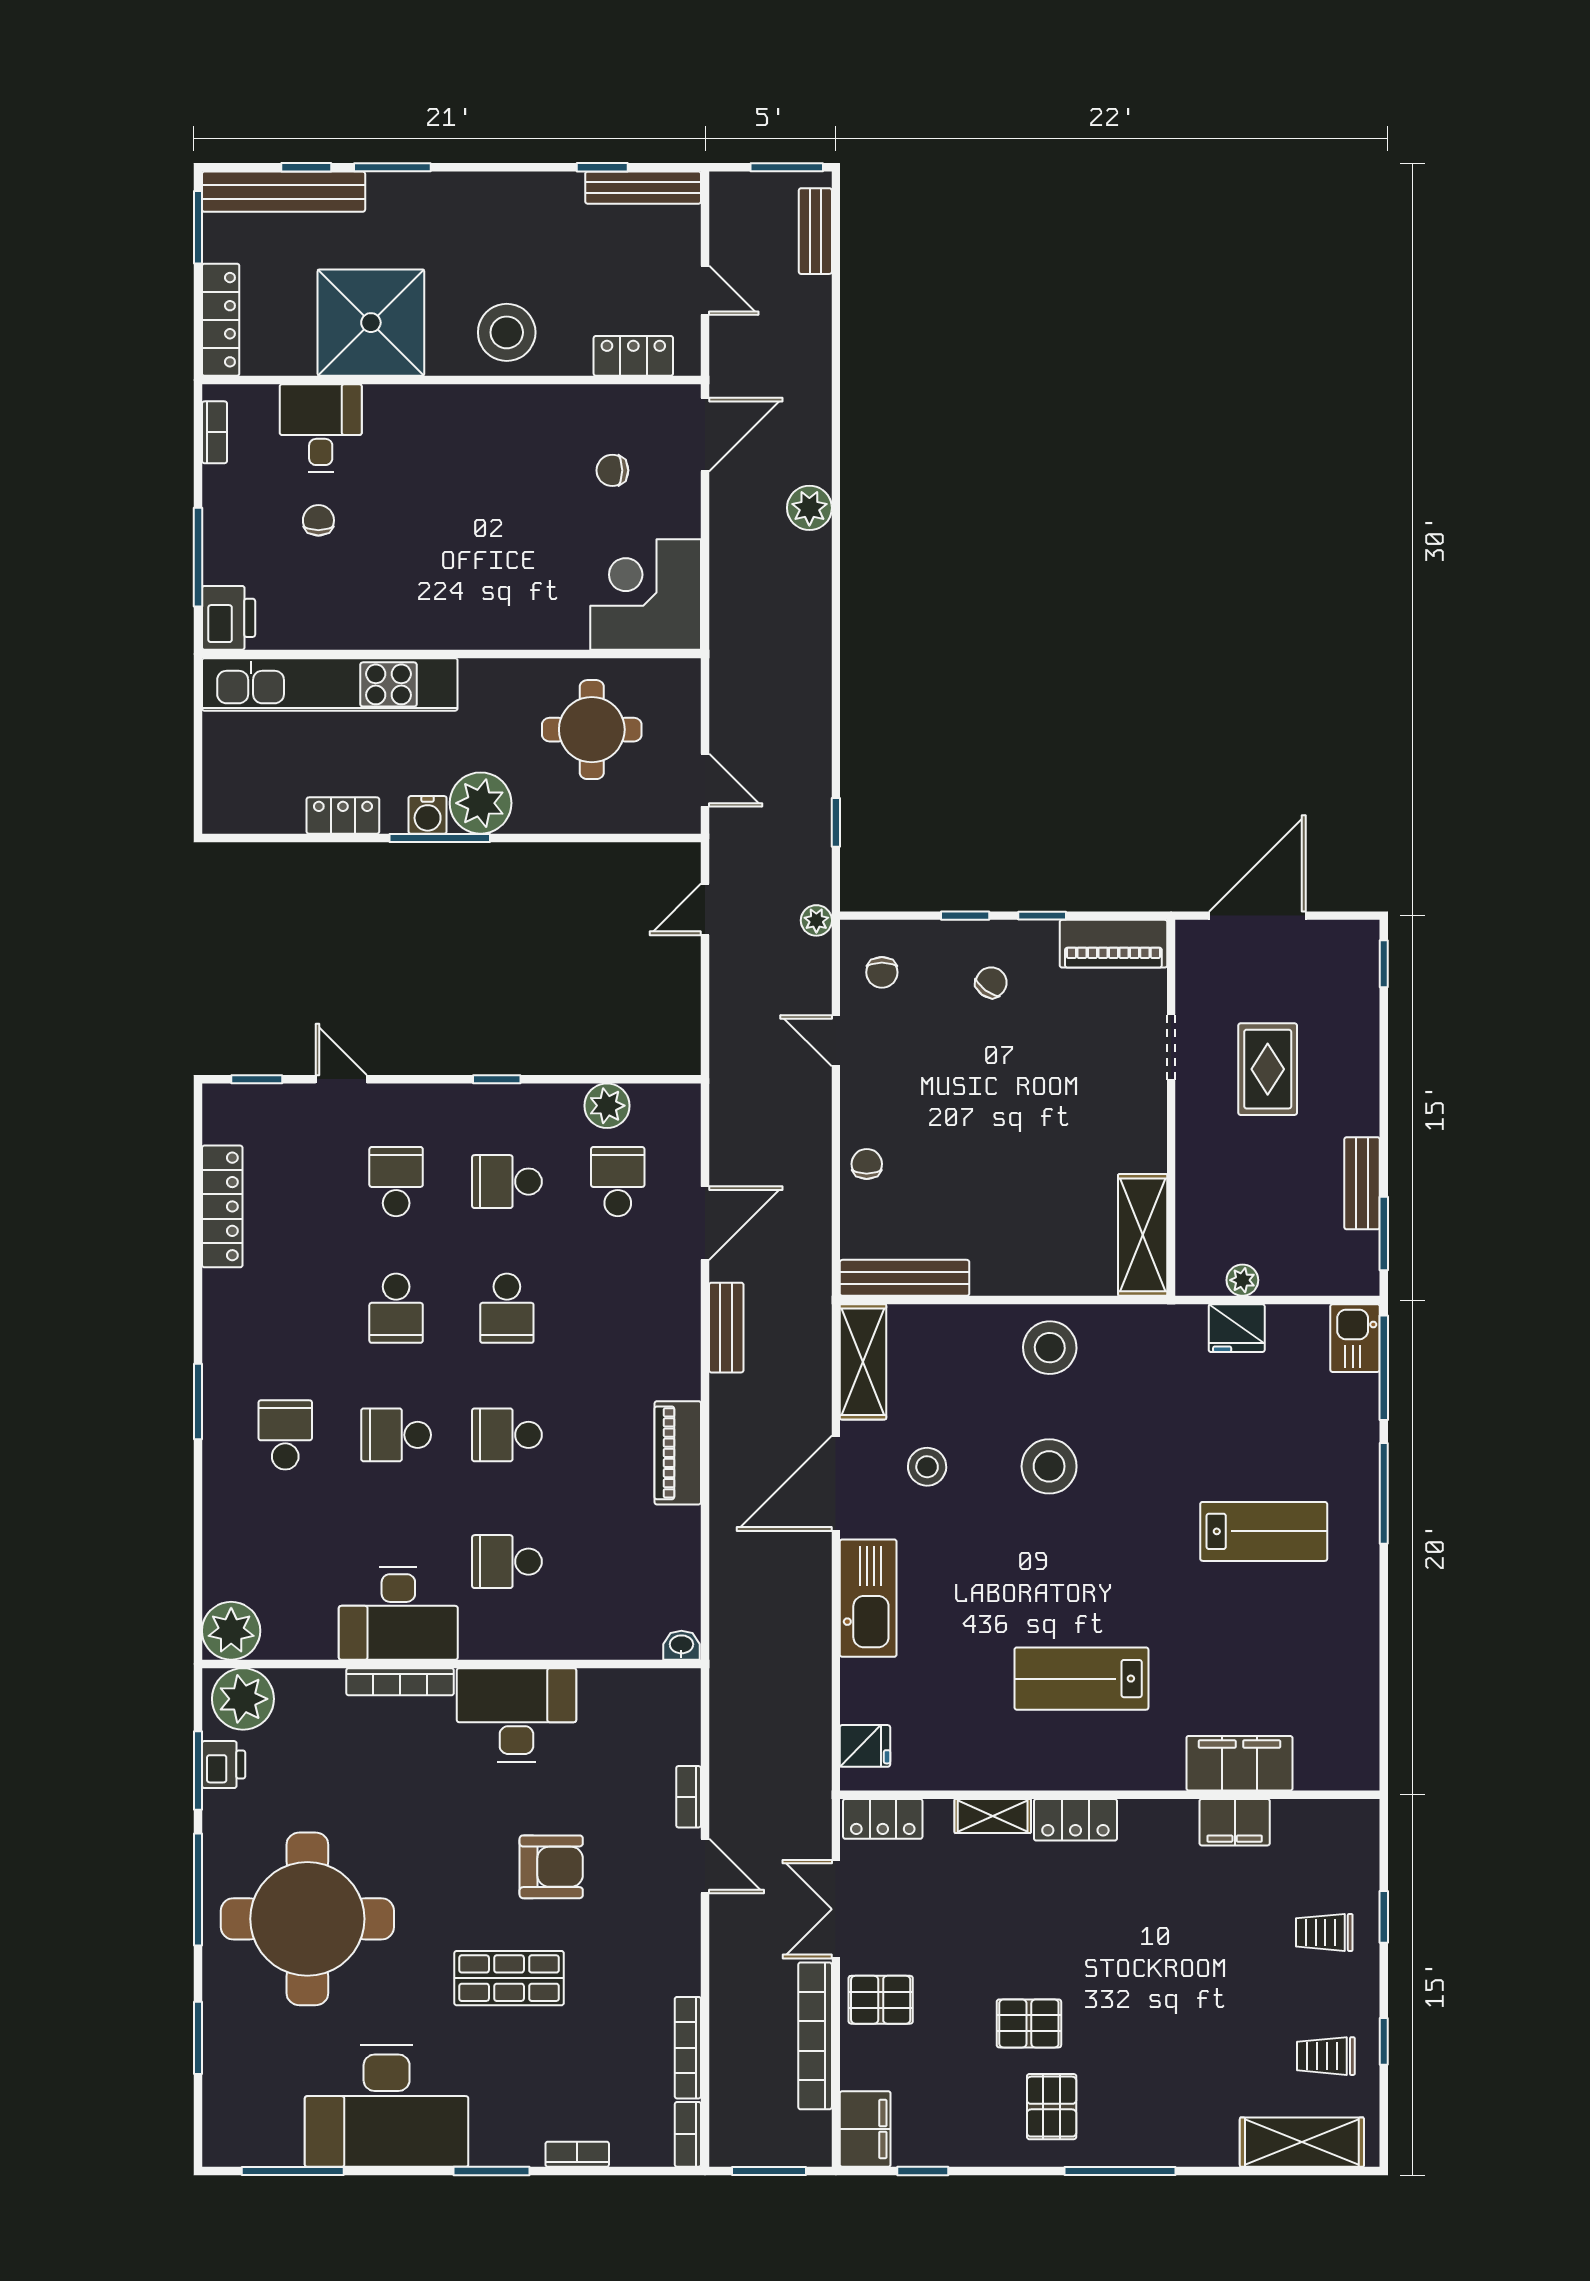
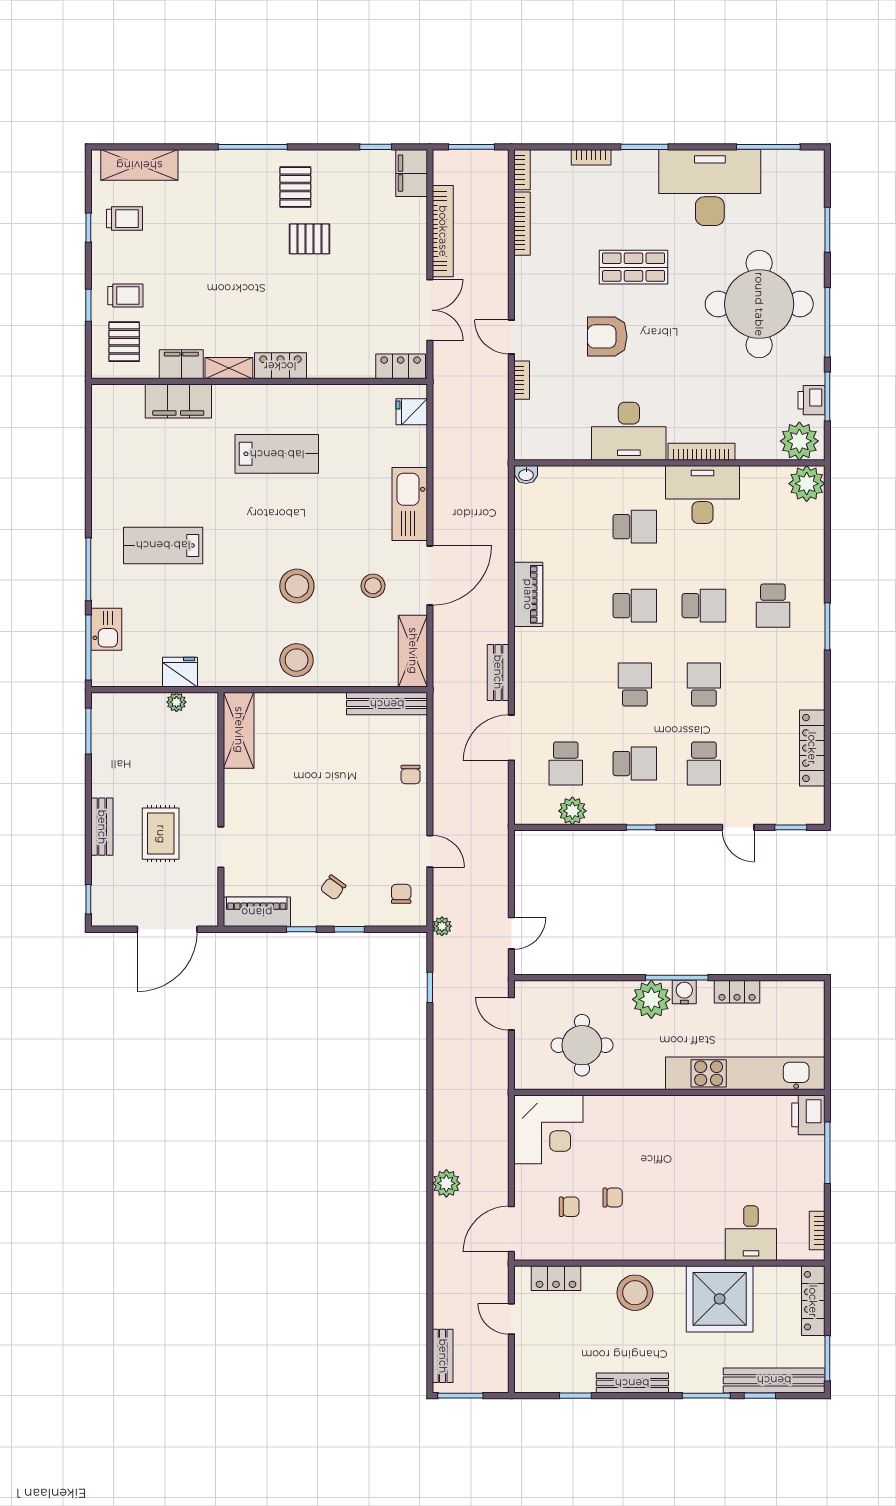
bench: (643, 188) -> (632, 1383), moved
chair: (318, 520) -> (613, 1198), moved, turned -90
bench: (1362, 1183) -> (102, 827), moved
kitchen sink: (1355, 1338) -> (106, 629), moved
shelving: (993, 1816) -> (229, 368), moved
pallet: (881, 2000) -> (124, 342), moved, turned 90

